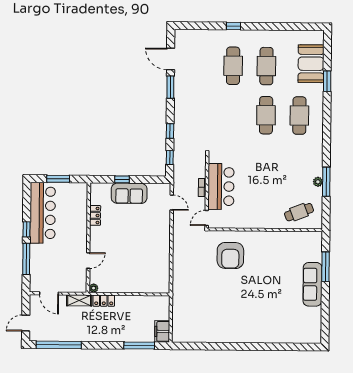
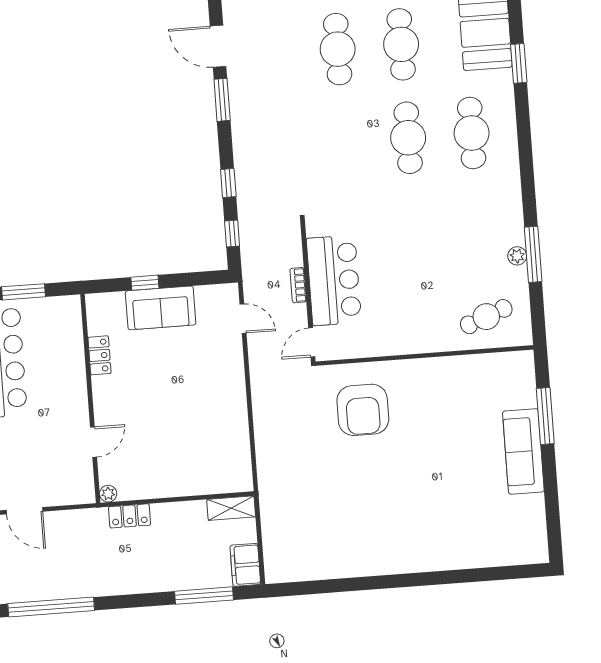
shelving: (79, 300) -> (231, 508), moved

